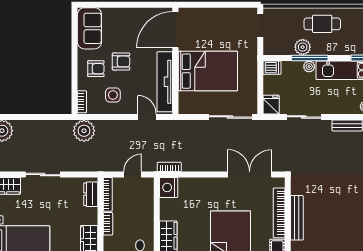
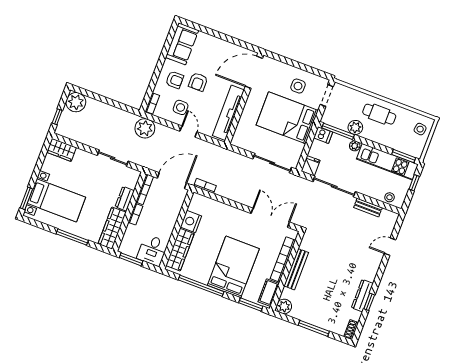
side table: (227, 27) -> (298, 86), added
window: (310, 58) -> (338, 131), moved
armchair: (121, 61) -> (198, 82), turned 90
bed: (208, 71) -> (287, 118), moved, turned 180
door: (147, 117) -> (188, 132), moved
sliding door: (304, 117) -> (334, 187), width x1.37
sliding door: (43, 175) -> (113, 158), moved
door: (133, 175) -> (172, 181), width x1.87
nightstand: (169, 187) -> (191, 222), moved
dresser: (91, 194) -> (125, 199), moved

